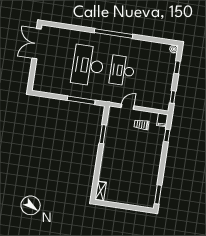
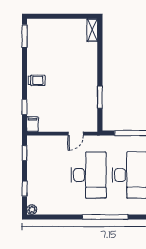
desk: (122, 71) -> (88, 175), width x1.36, depth x1.30
trolley: (142, 125) -> (37, 80), moved

